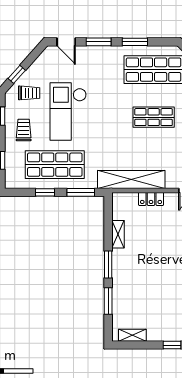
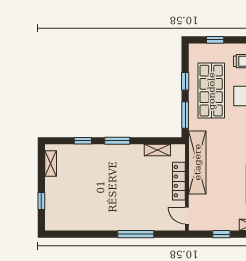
locker: (151, 199) -> (179, 181), width x1.53
shelving: (118, 234) -> (157, 150), moved
window: (108, 301) -> (83, 141), width x0.67

